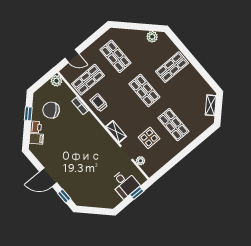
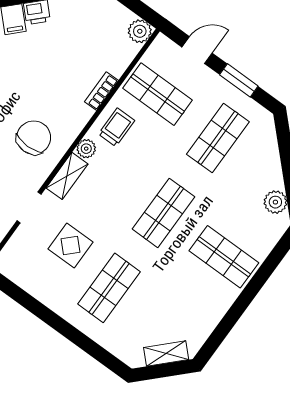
window: (91, 40) -> (239, 80), added
door: (72, 56) -> (197, 50), swing flipped
chair: (51, 110) -> (34, 138), moved, turned 41
plant: (140, 161) -> (86, 149), moved

